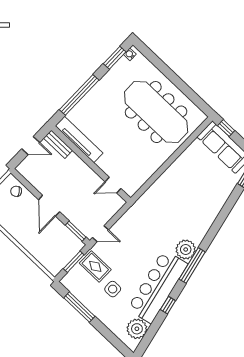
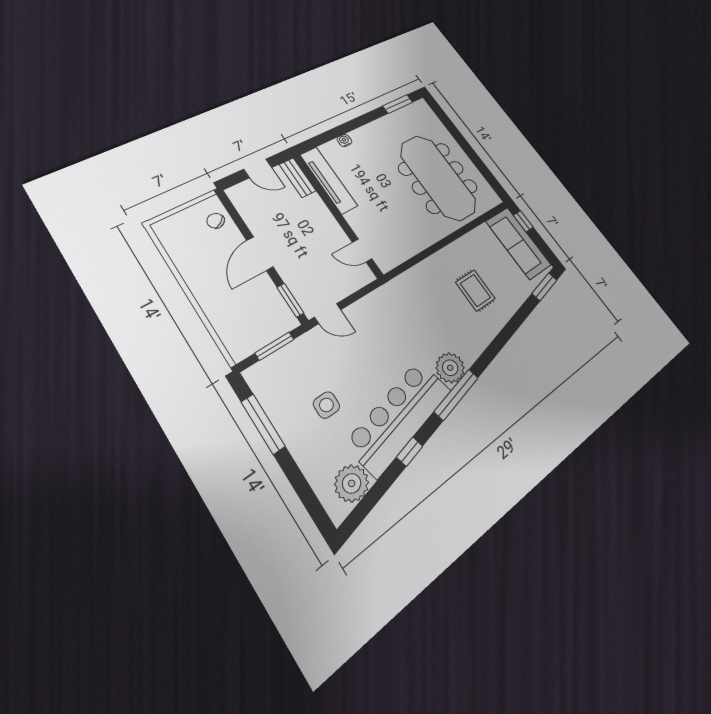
water cooler: (130, 54) -> (344, 140), moved
window: (79, 95) -> (343, 129), removed
rug: (95, 266) -> (475, 290), moved

